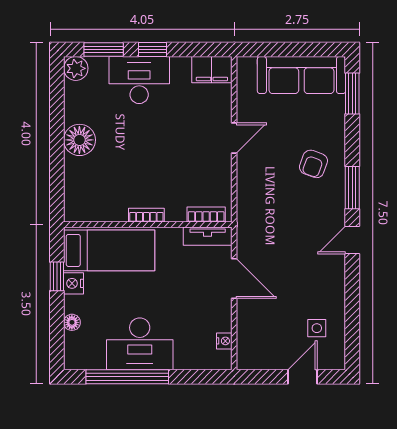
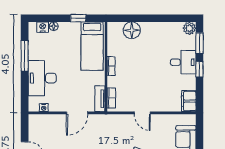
desk: (139, 80) -> (183, 62), width x0.73
door: (234, 138) -> (142, 113), moved
floor lamp: (79, 140) -> (132, 30), moved
nightstand: (74, 283) -> (43, 27), moved
desk: (140, 344) -> (42, 78), moved
window: (127, 377) -> (25, 56), width x0.68

